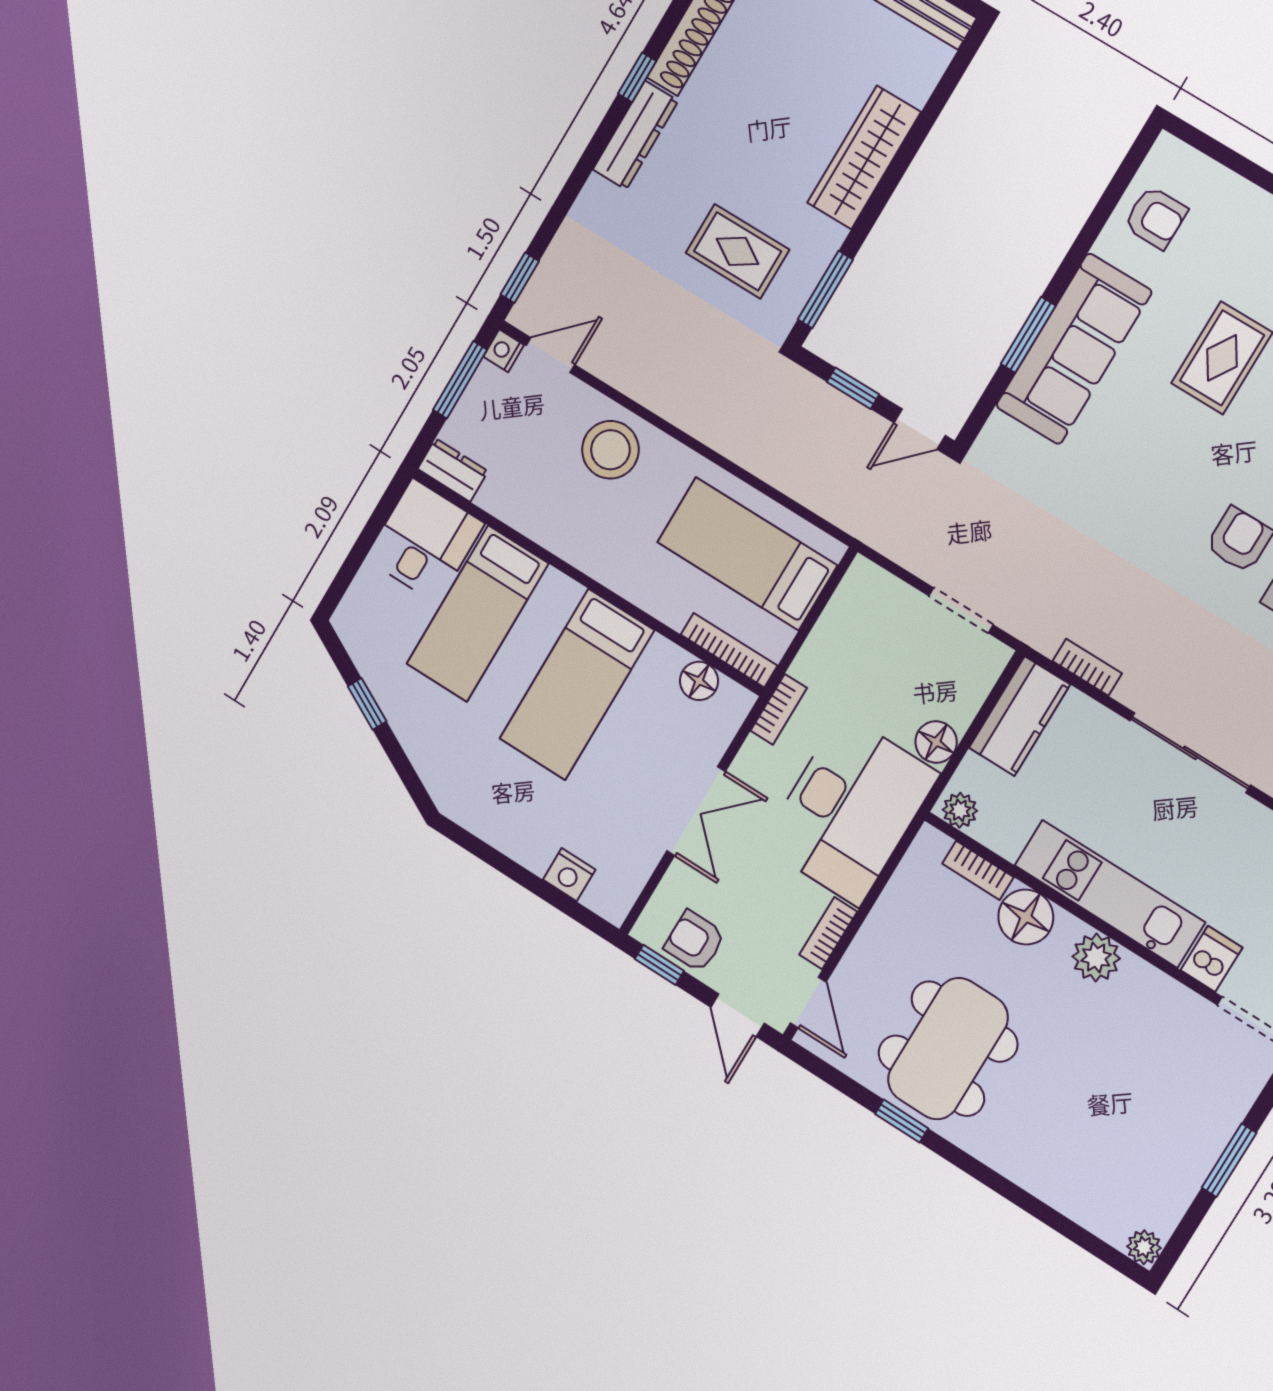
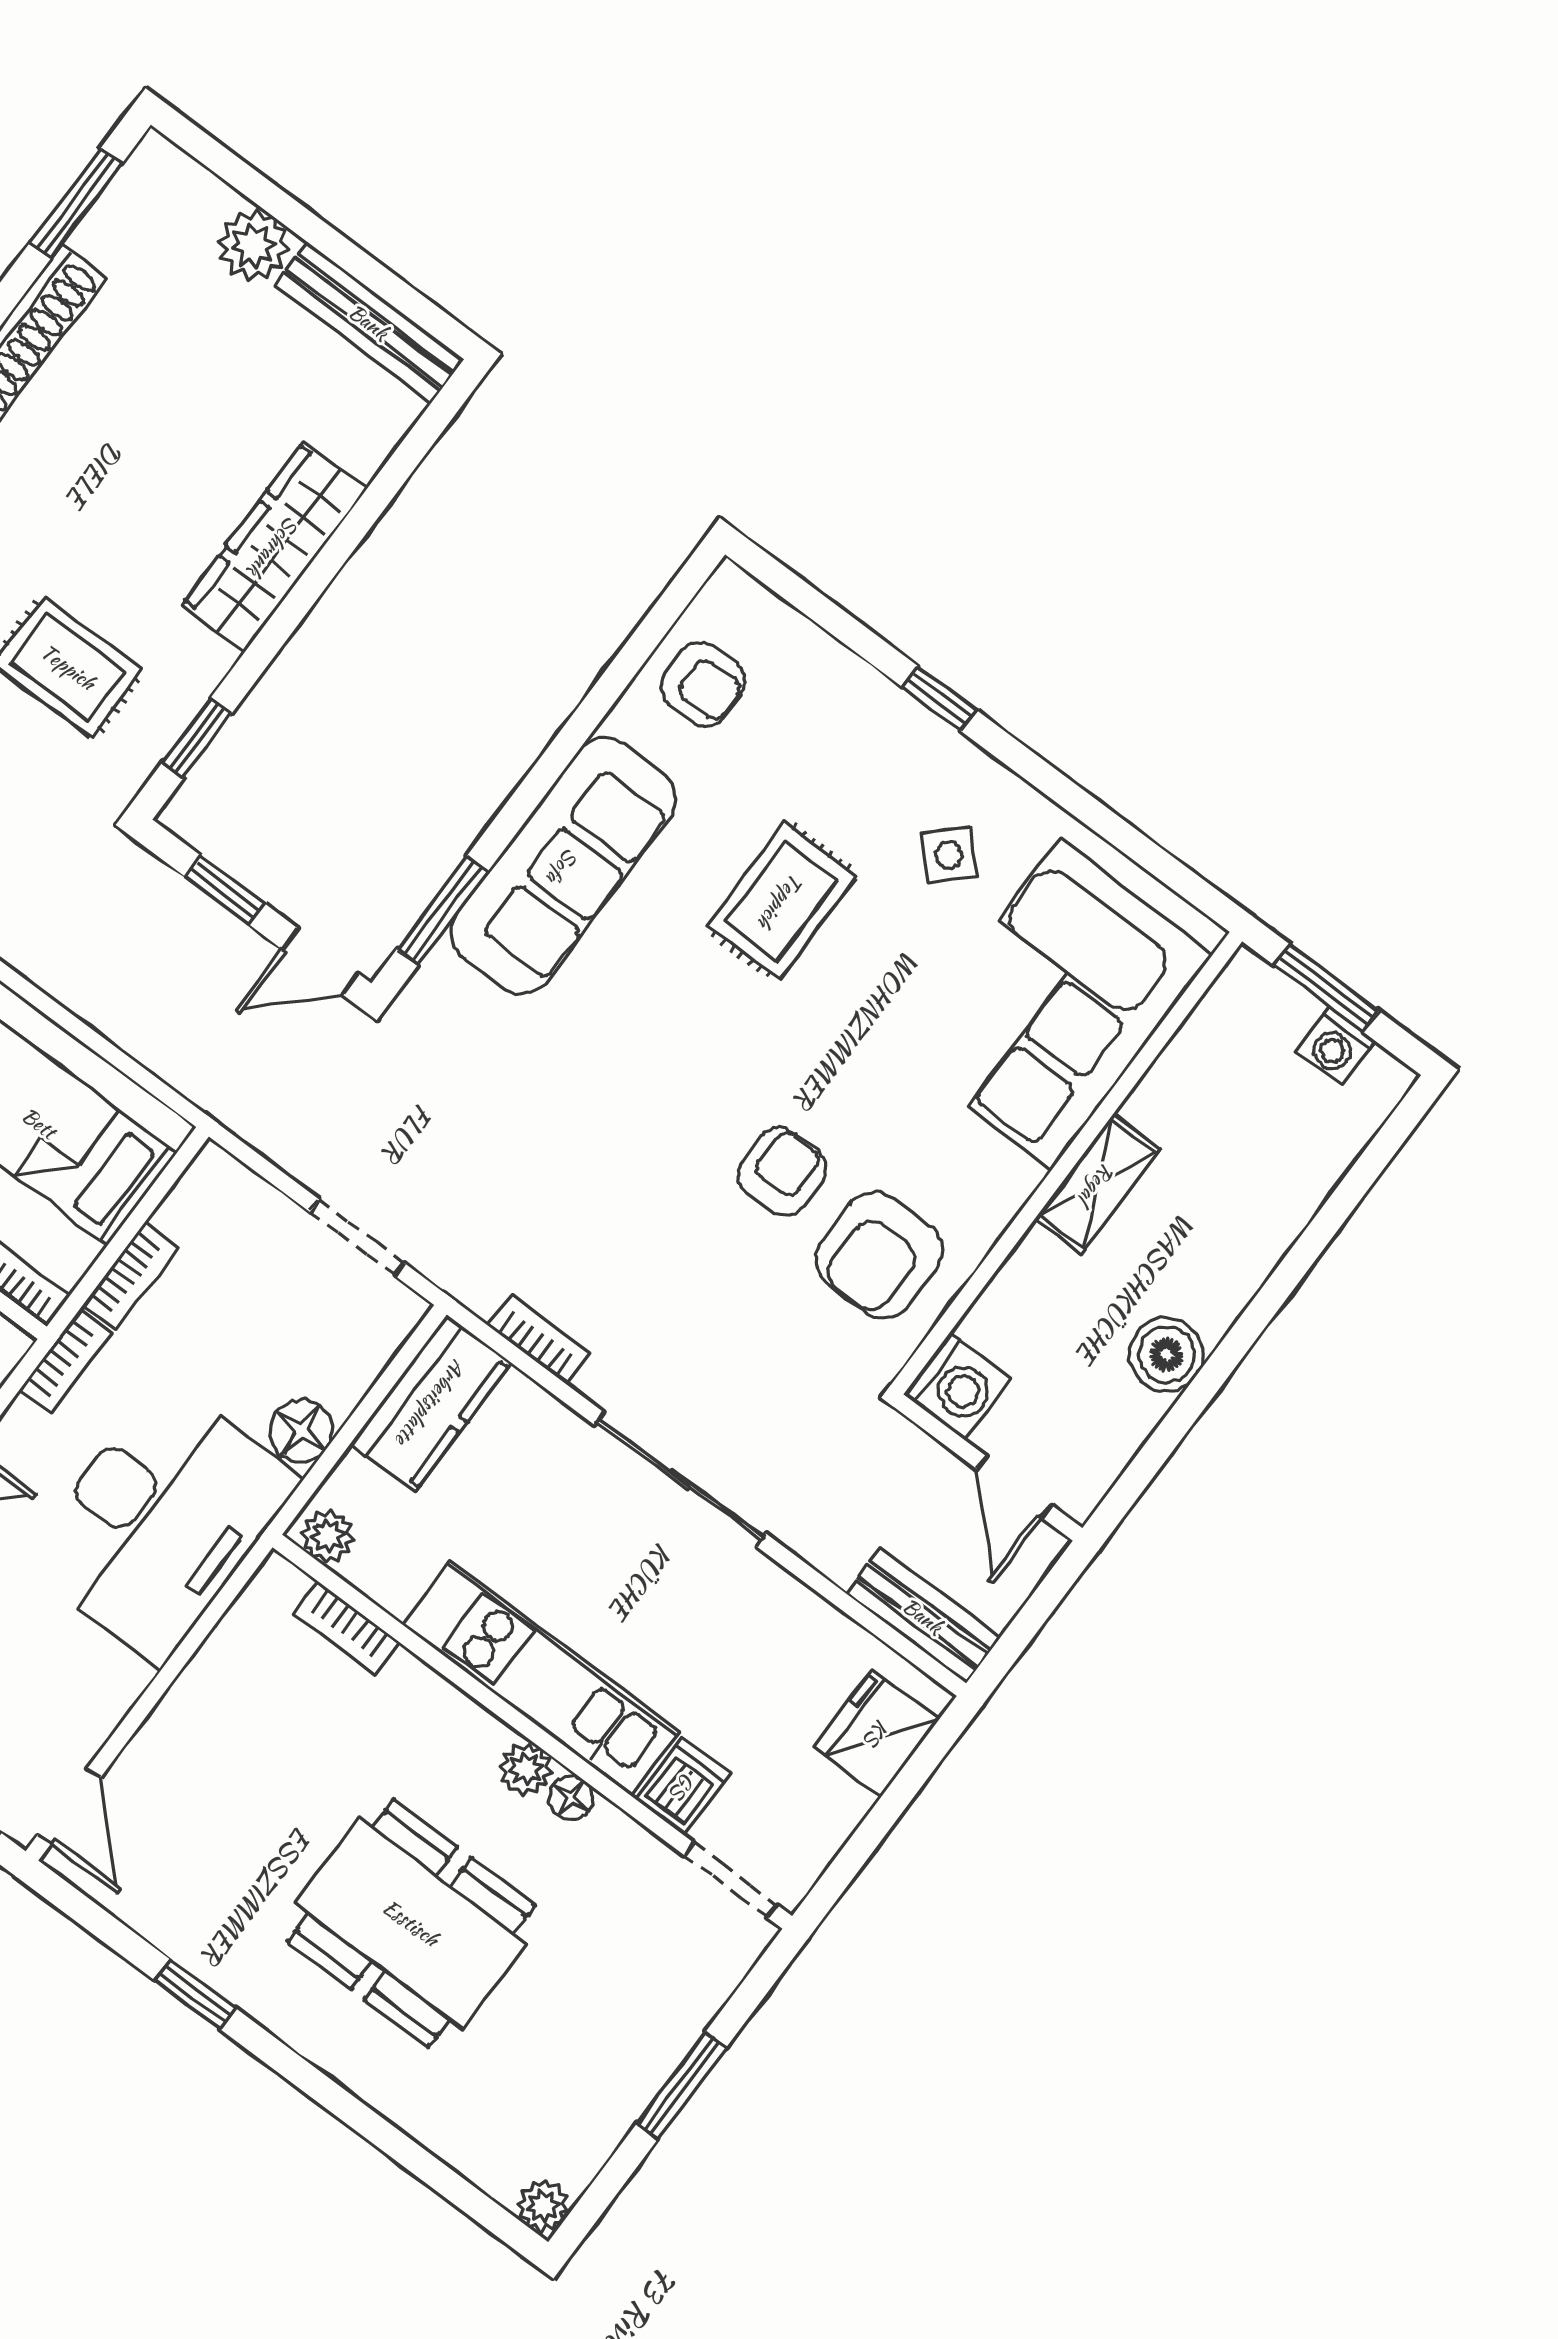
window: (825, 290) -> (197, 738), width x0.67
window: (1028, 335) -> (442, 910), moved
floor lamp: (1026, 917) -> (571, 1798), moved, width x0.53, depth x0.53
bookcase: (828, 933) -> (131, 1276), moved, turned 180
plant: (1096, 957) -> (526, 1769), width x0.73, depth x0.73
dining table: (948, 1049) -> (411, 1923), moved, turned 90

